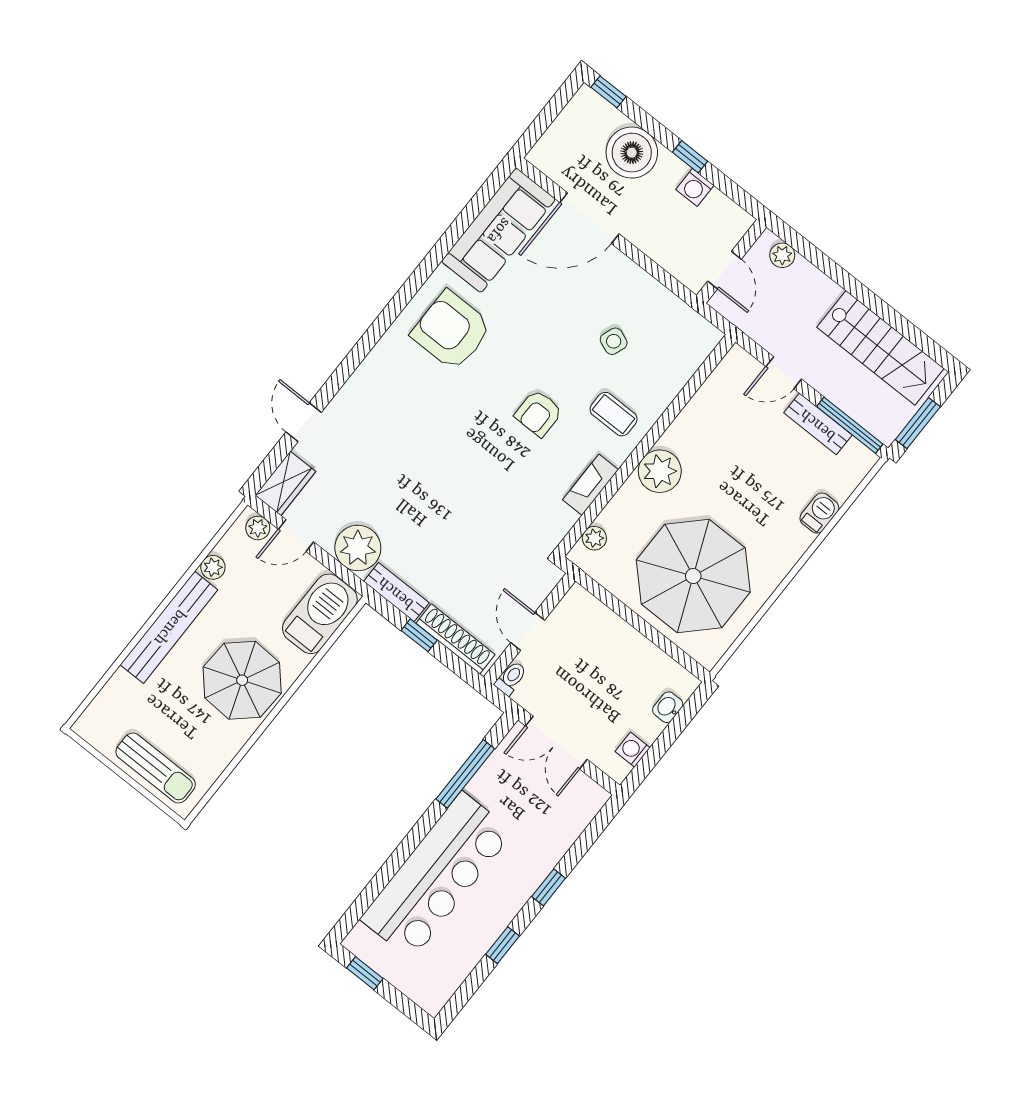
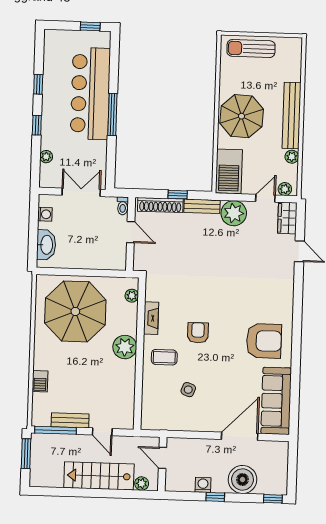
stairs: (880, 348) -> (99, 476), moved
door: (784, 373) -> (102, 432), swing flipped
washbasin: (668, 707) -> (46, 245), width x1.91, depth x1.45
window: (465, 774) -> (112, 115), moved
plant: (569, 832) -> (46, 157), added

